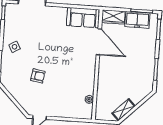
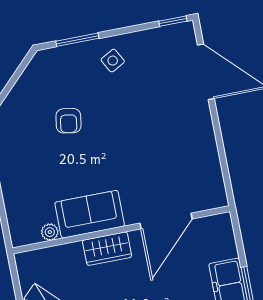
wardrobe: (113, 17) -> (107, 249), moved, turned -90
sofa: (83, 18) -> (90, 214), moved, turned 90

